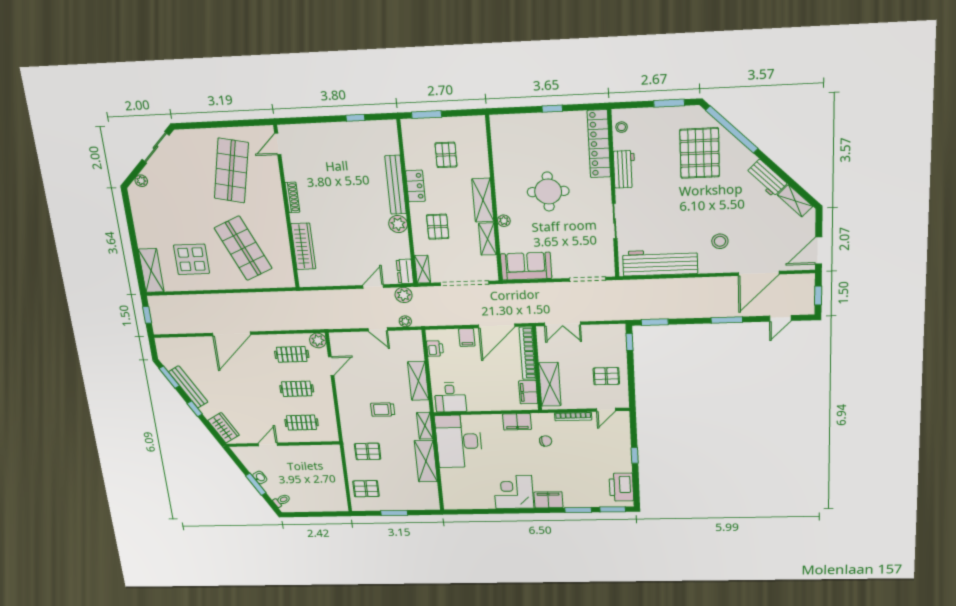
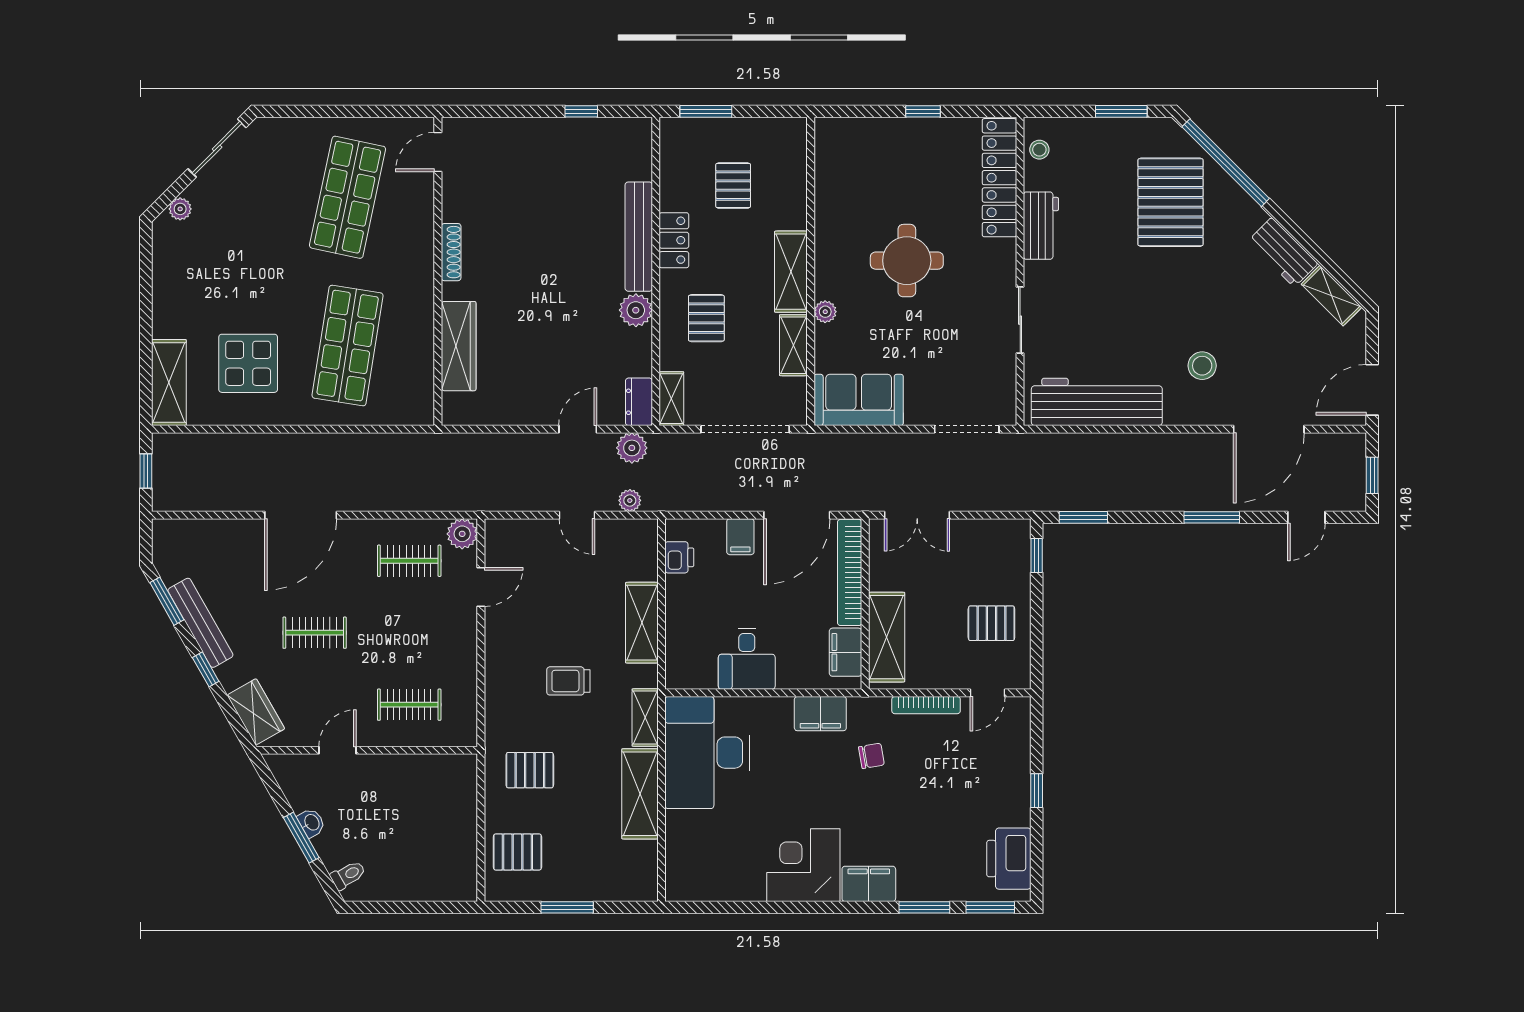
shop shelf: (243, 248) -> (348, 346), turned 33
clothes rail: (297, 389) -> (315, 633), moved
desk: (450, 397) -> (747, 659), moved

